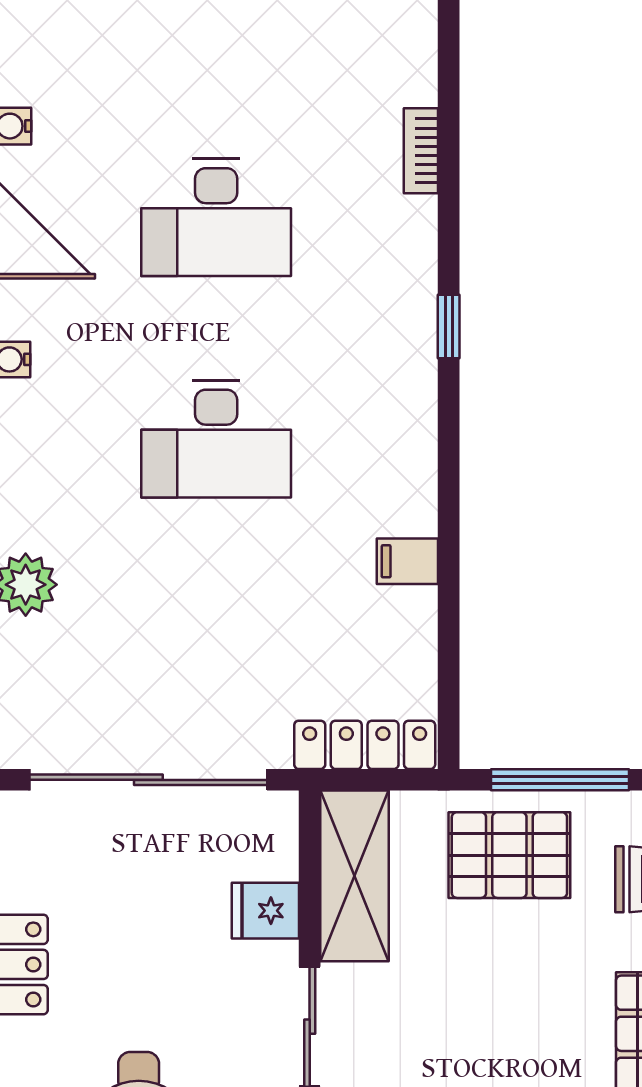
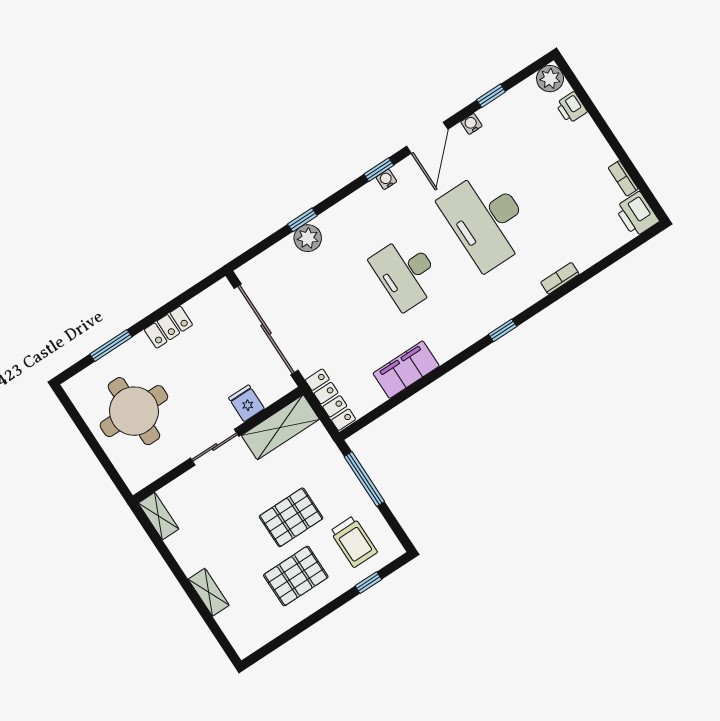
desk: (216, 217) -> (487, 220), width x1.36, depth x1.30
filing cabinet: (407, 561) -> (406, 370), width x3.00, depth x1.17
pallet: (509, 855) -> (291, 517), moved, turned 90

